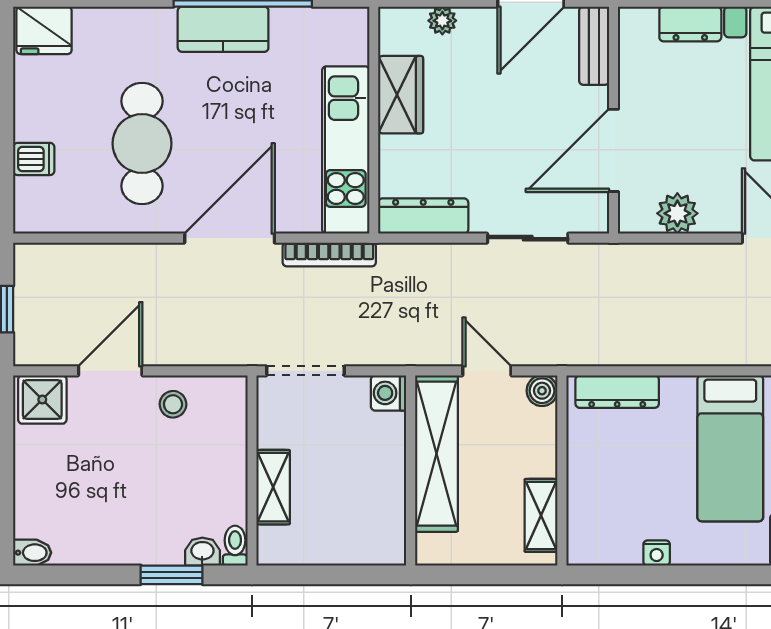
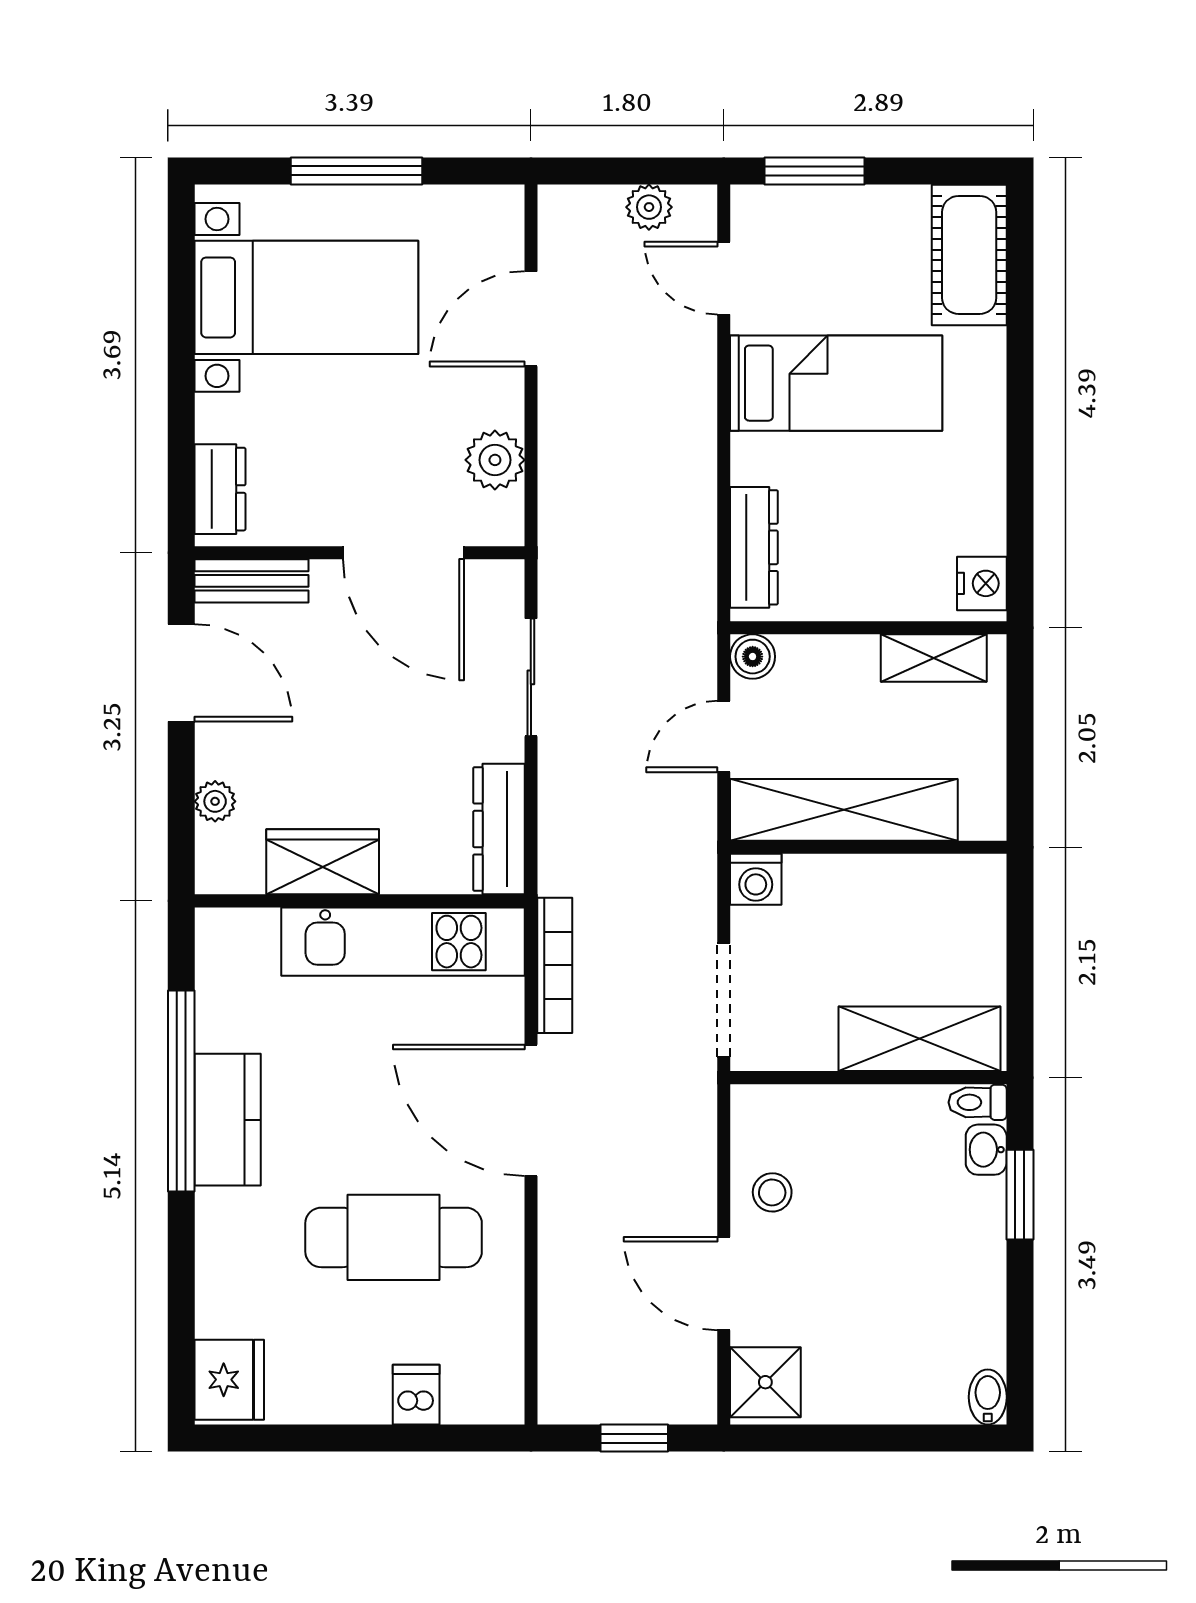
dresser: (690, 24) -> (220, 489), moved
shelving: (273, 487) -> (920, 1039), width x1.50, depth x1.33
nightstand: (657, 553) -> (982, 583), moved, width x1.39, depth x1.35

